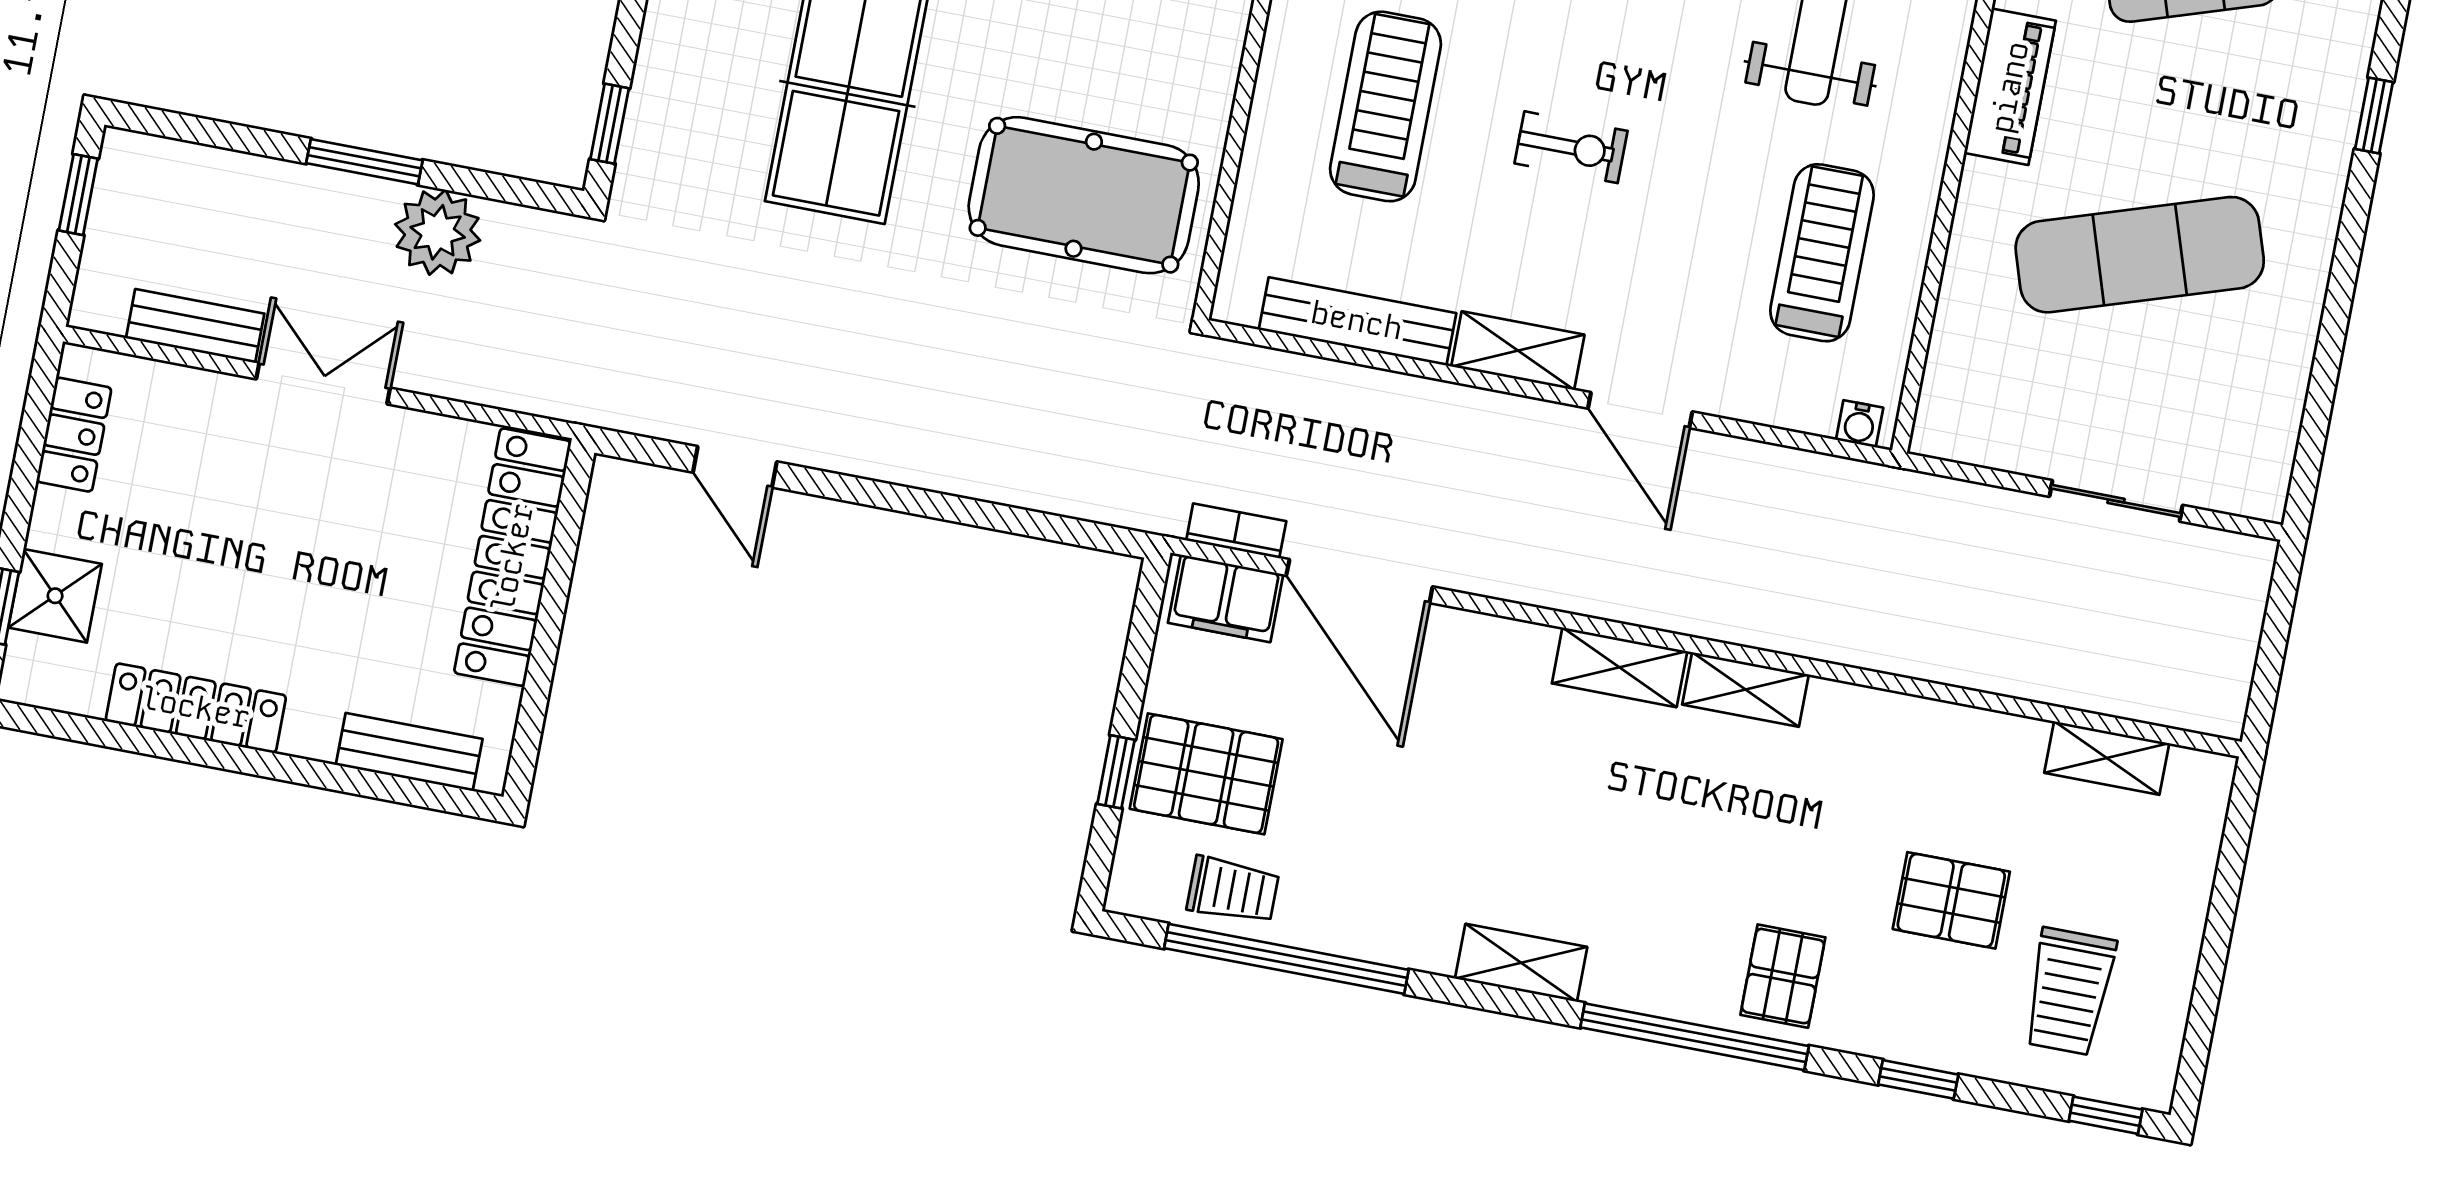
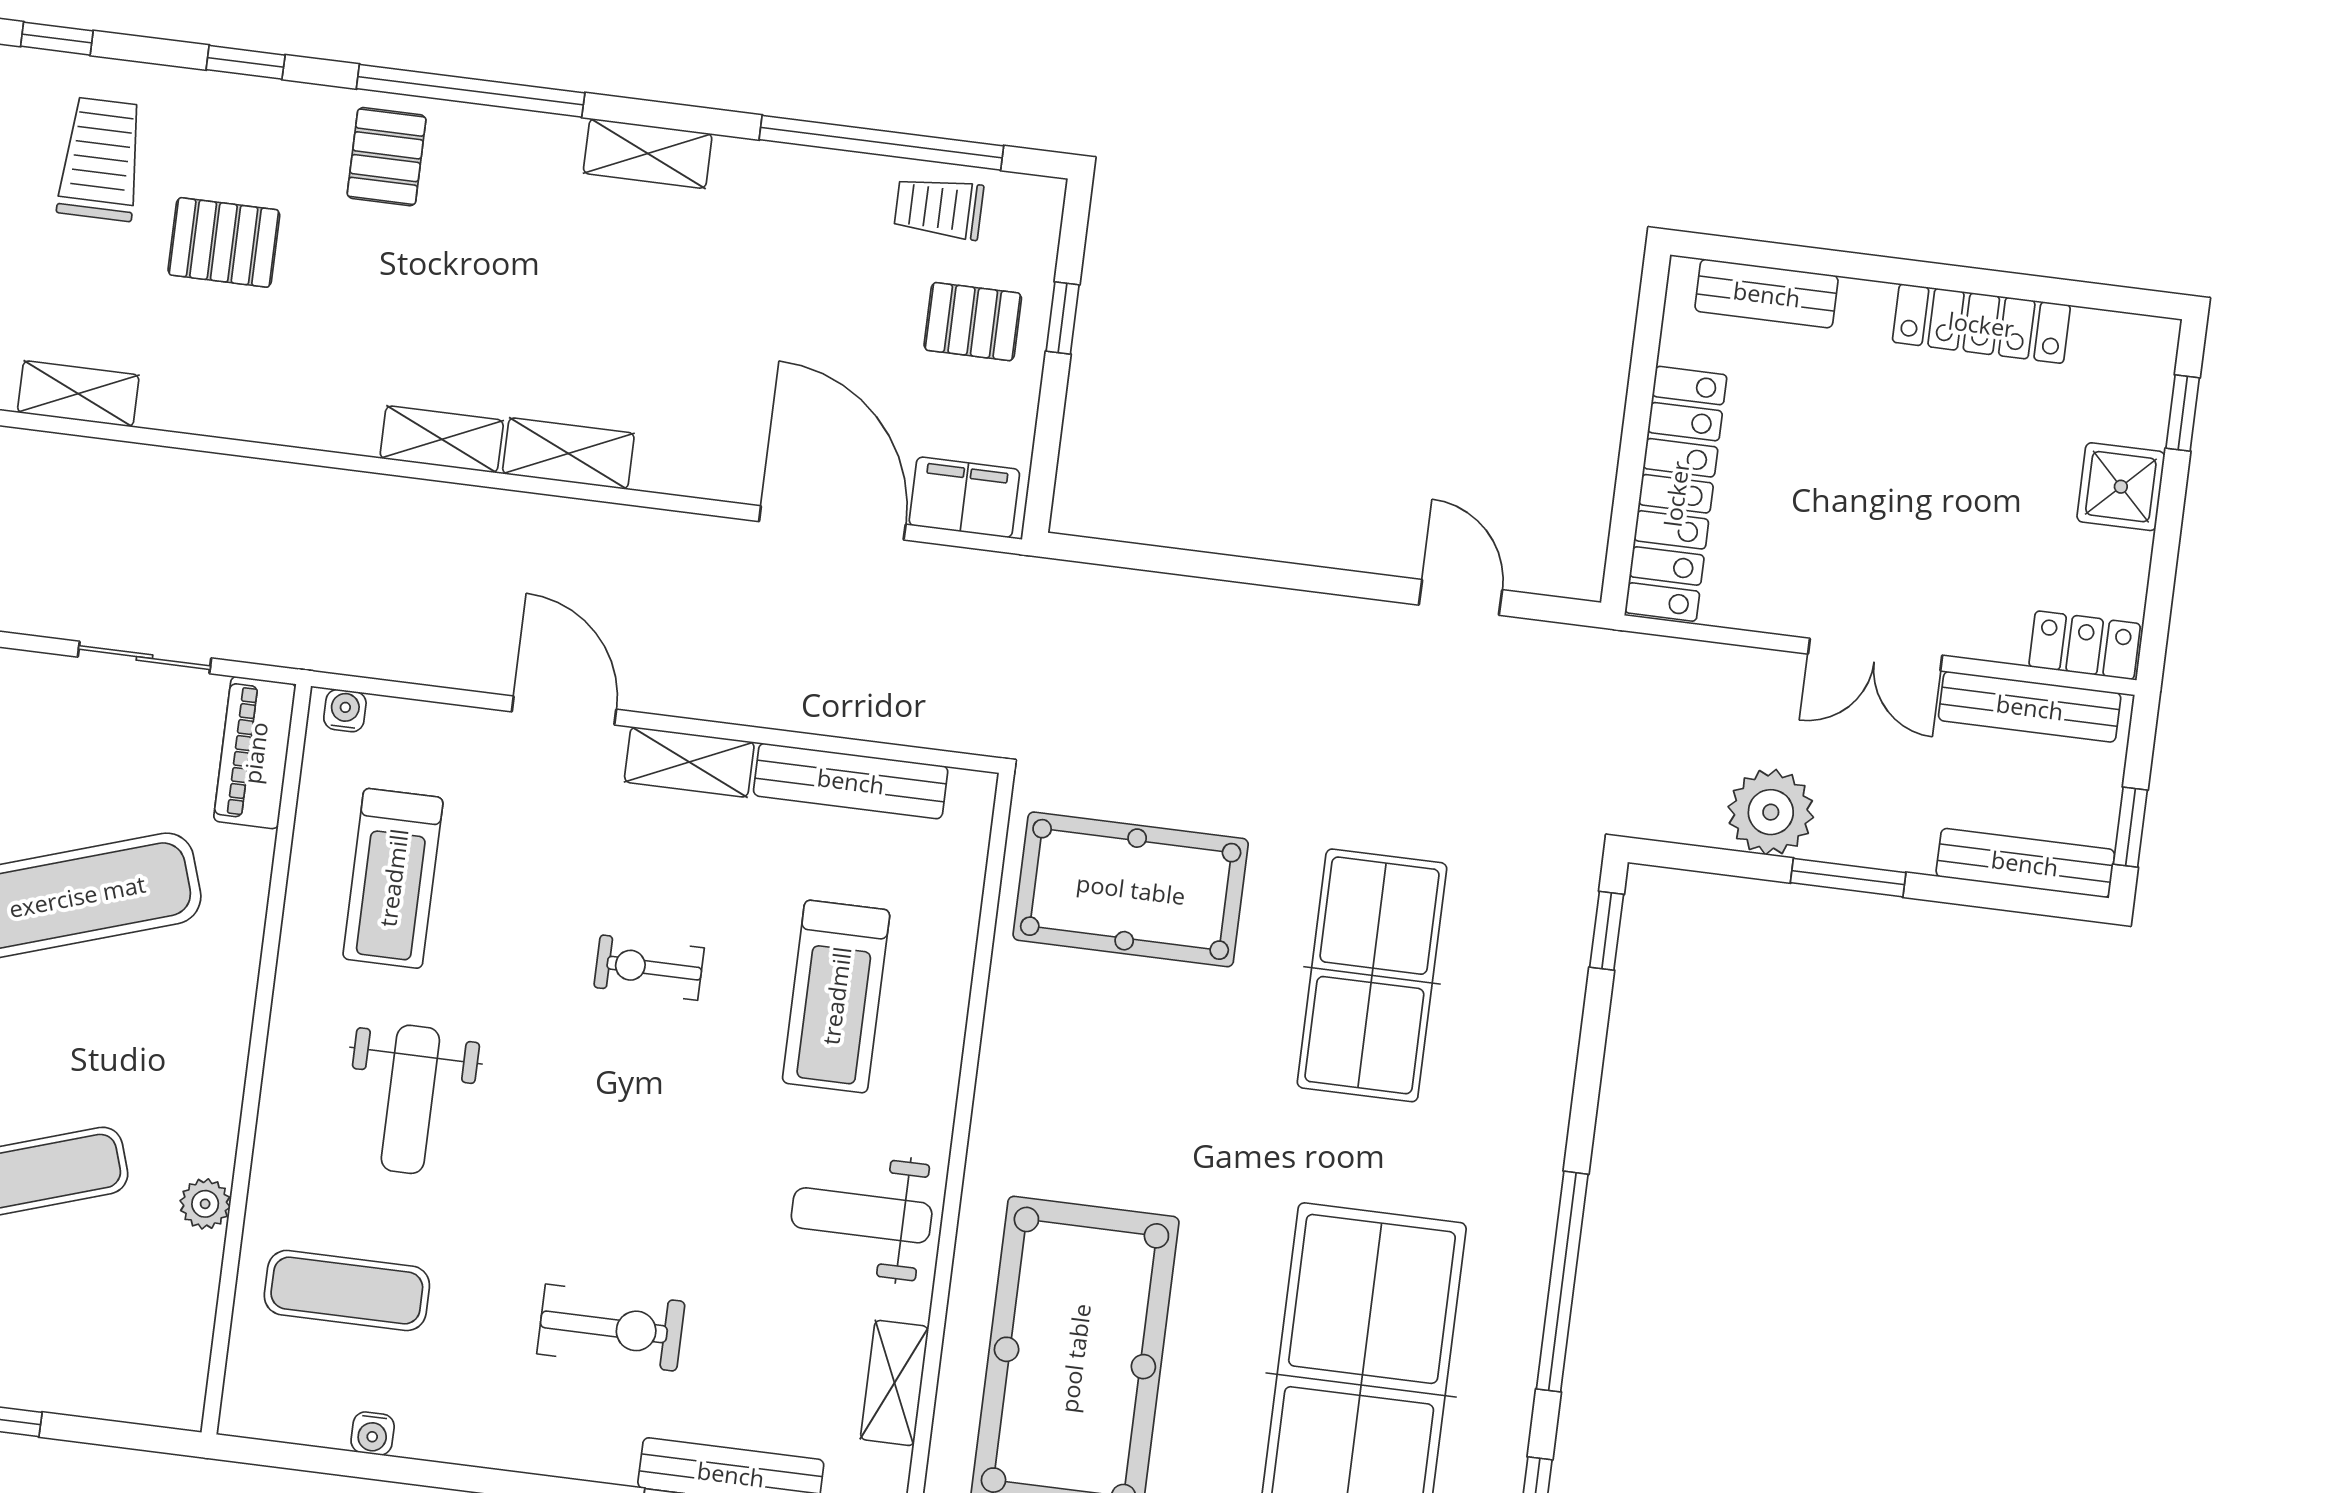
piano: (2010, 87) -> (255, 753), moved
bench: (186, 165) -> (2025, 863), added
bench: (195, 326) -> (2030, 707), width x1.36
locker: (74, 435) -> (2085, 645), moved, turned 90
sliding door: (2116, 501) -> (145, 658), moved
bookcase: (1236, 531) -> (958, 565), removed
shower: (55, 596) -> (2121, 487), moved
pallet: (1206, 774) -> (973, 322), width x0.67, depth x0.71

